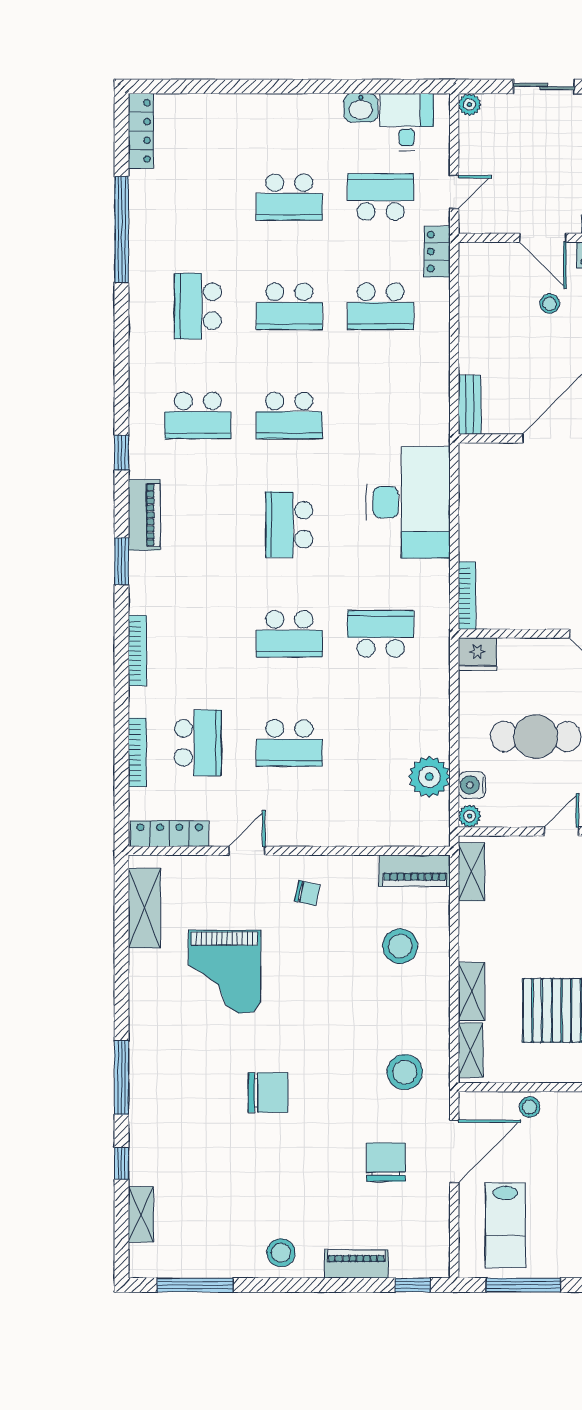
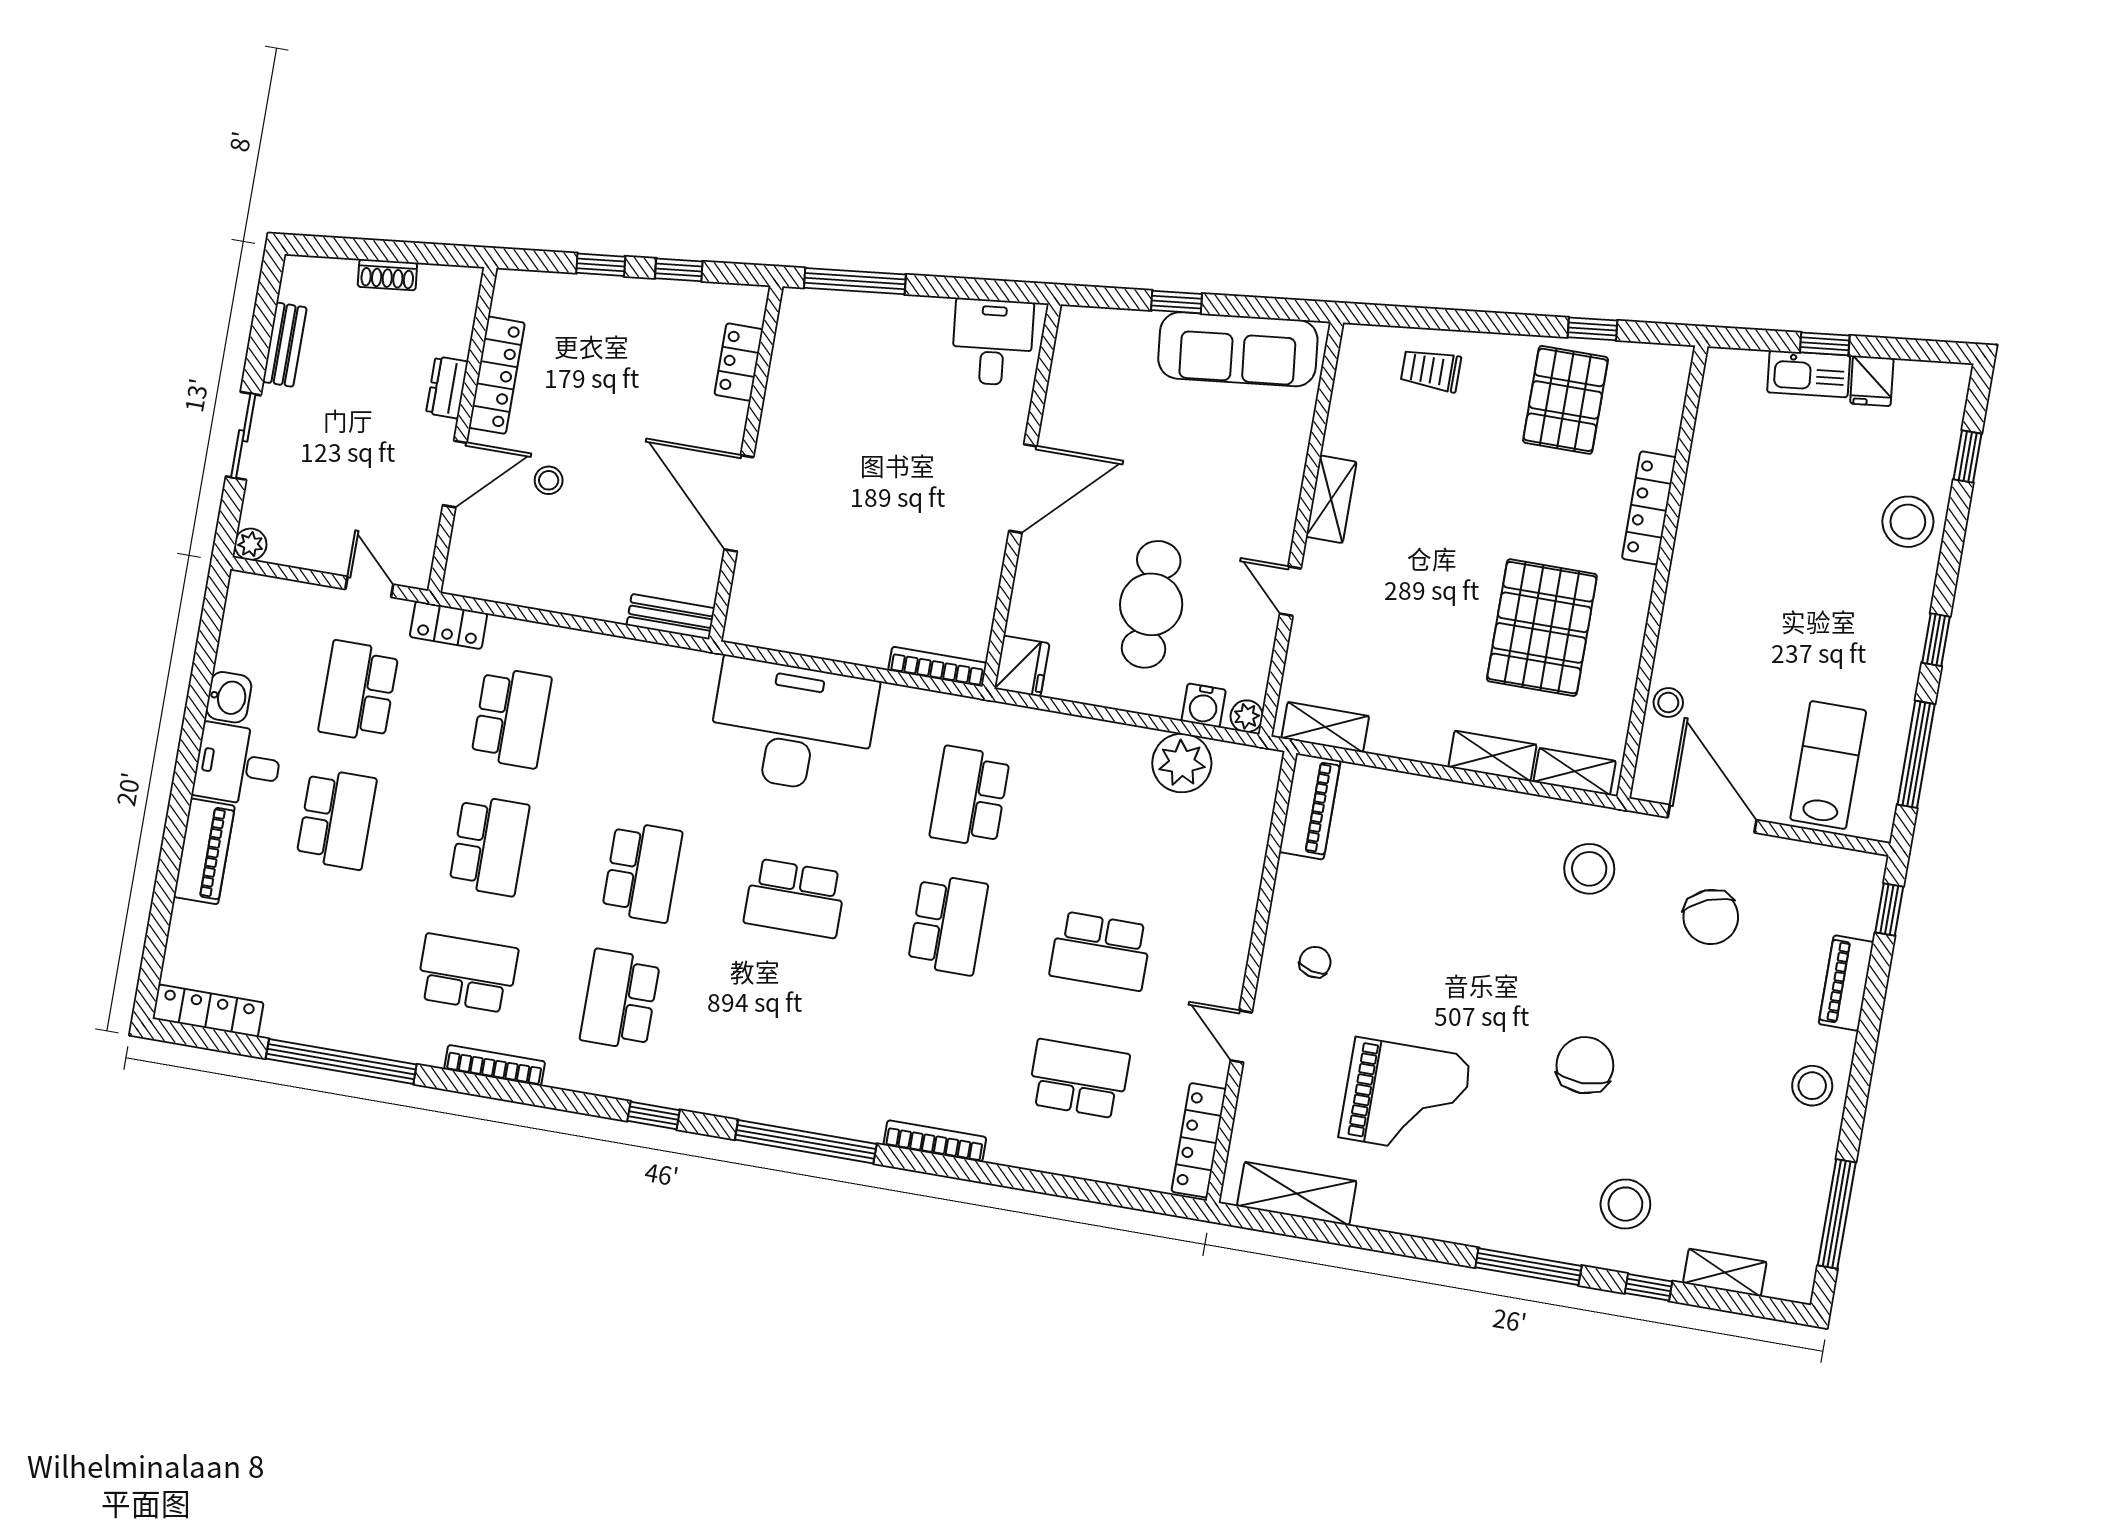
desk: (407, 122) -> (238, 765), moved
school desk: (198, 306) -> (467, 973), turned 180
school desk: (198, 415) -> (620, 1000), turned 180
piano: (144, 515) -> (204, 851), moved, turned 90
window: (122, 561) -> (806, 1142), width x2.11
school desk: (289, 743) -> (1101, 951), turned 90
bookcase: (137, 752) -> (495, 1065), moved
stool: (400, 946) -> (1625, 1204), moved
chair: (386, 1162) -> (1711, 917), turned -112
lab bench: (505, 1225) -> (1828, 765), turned -90

